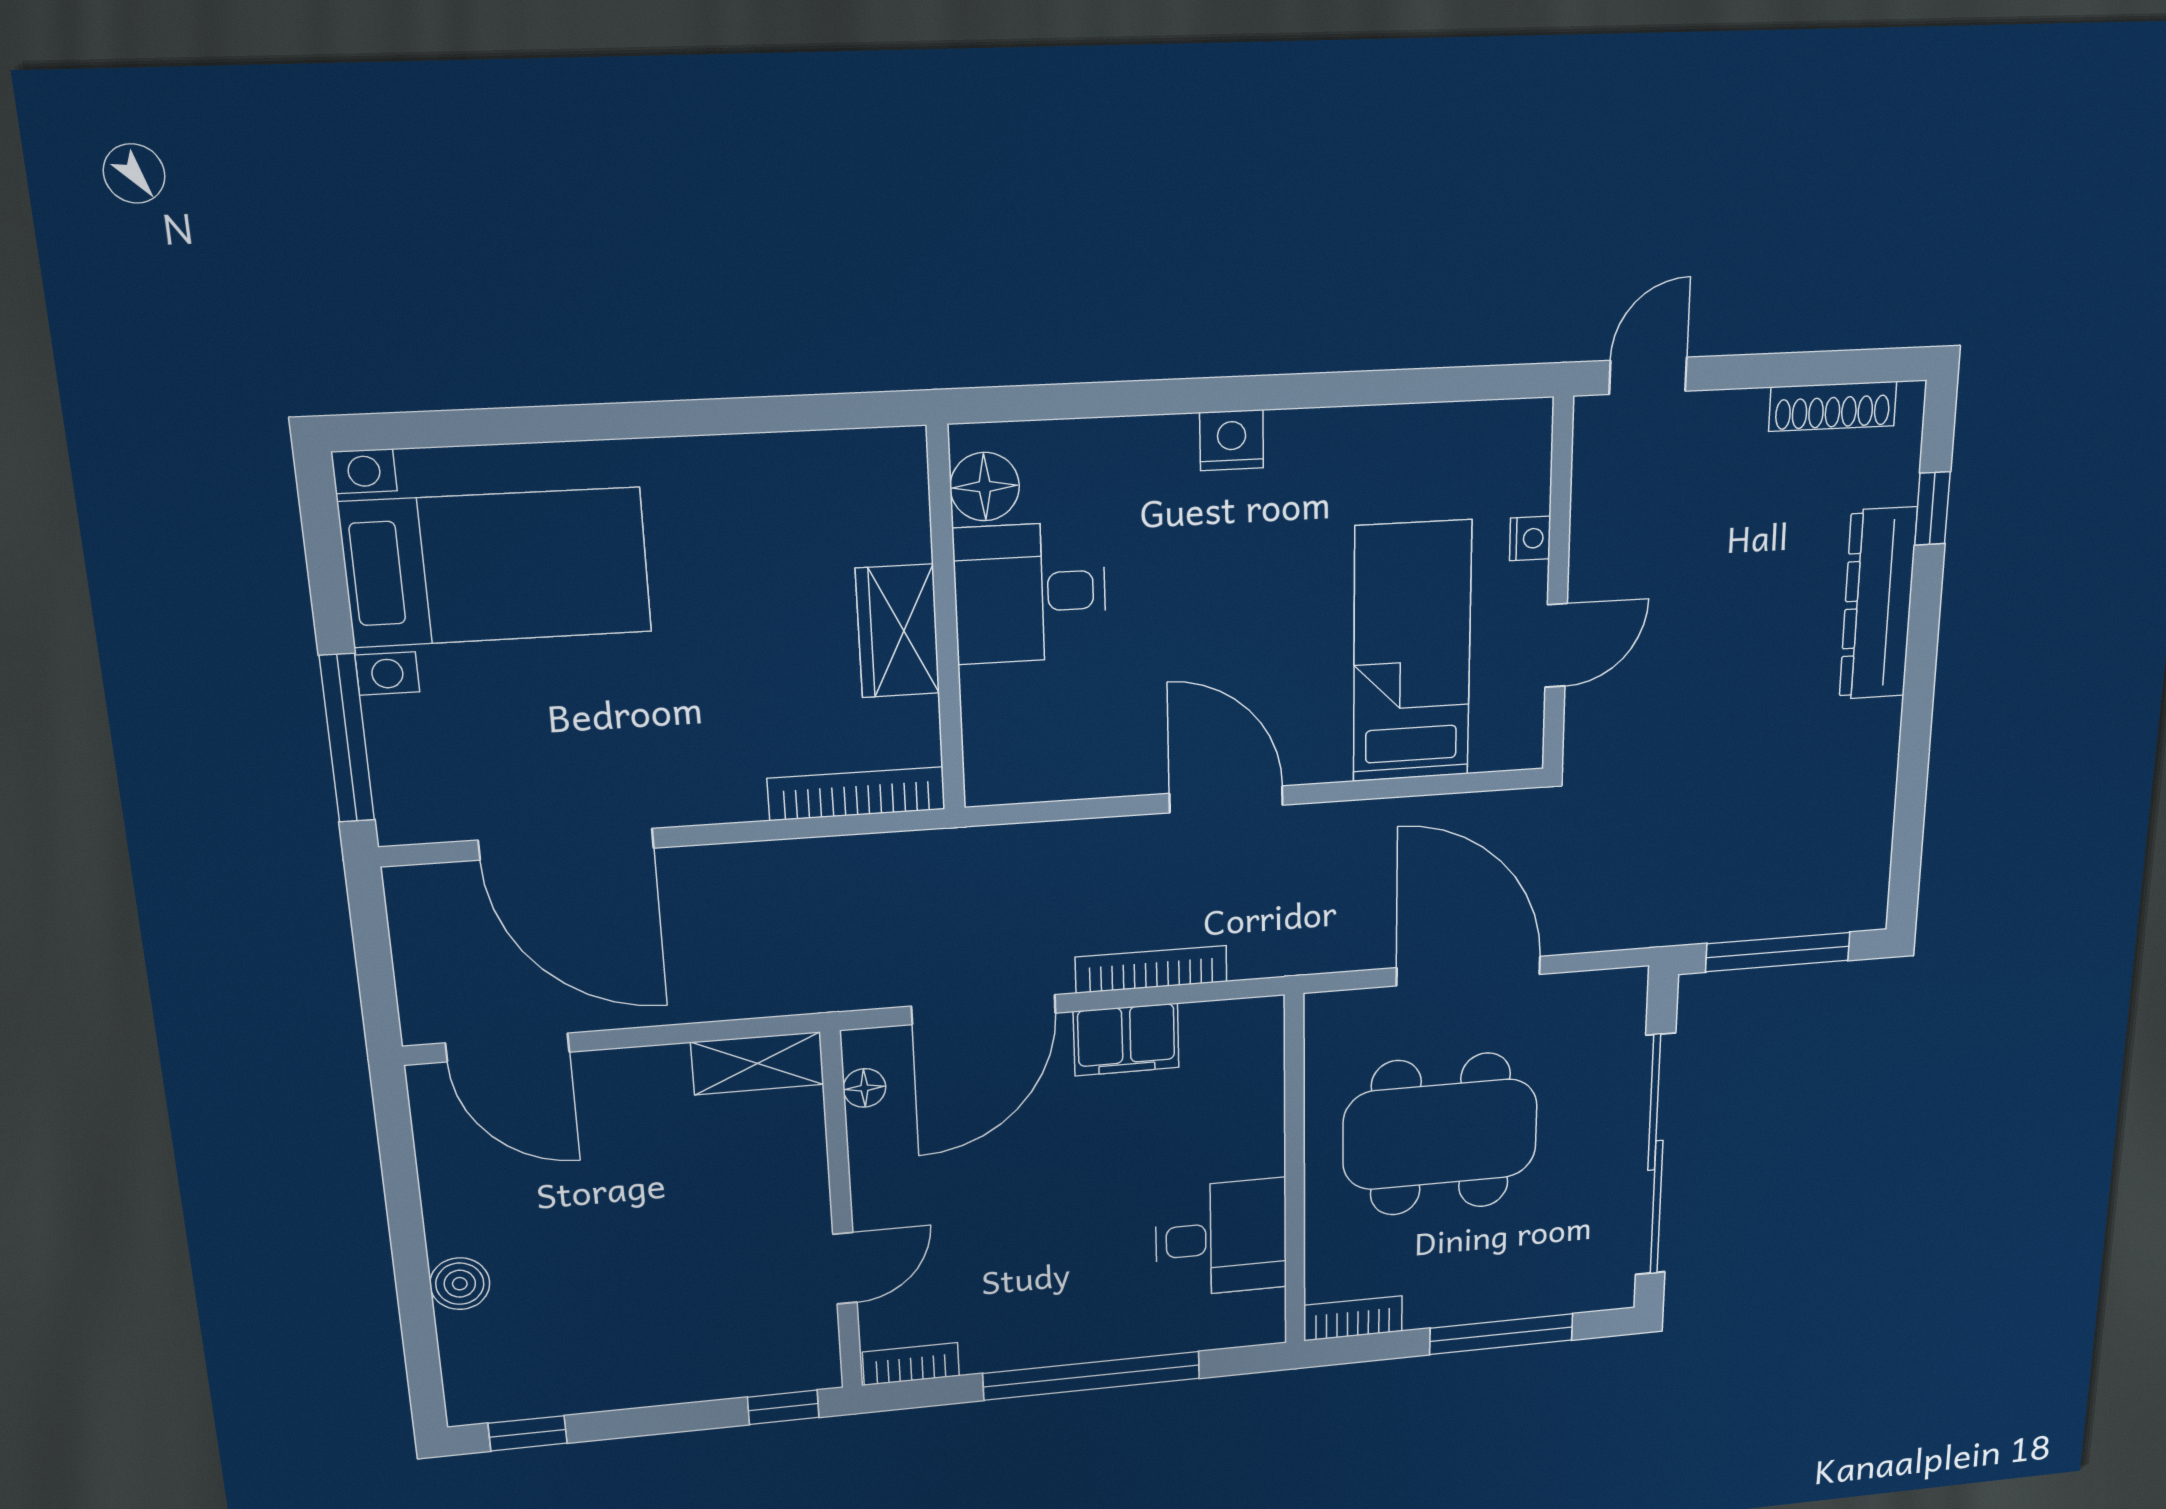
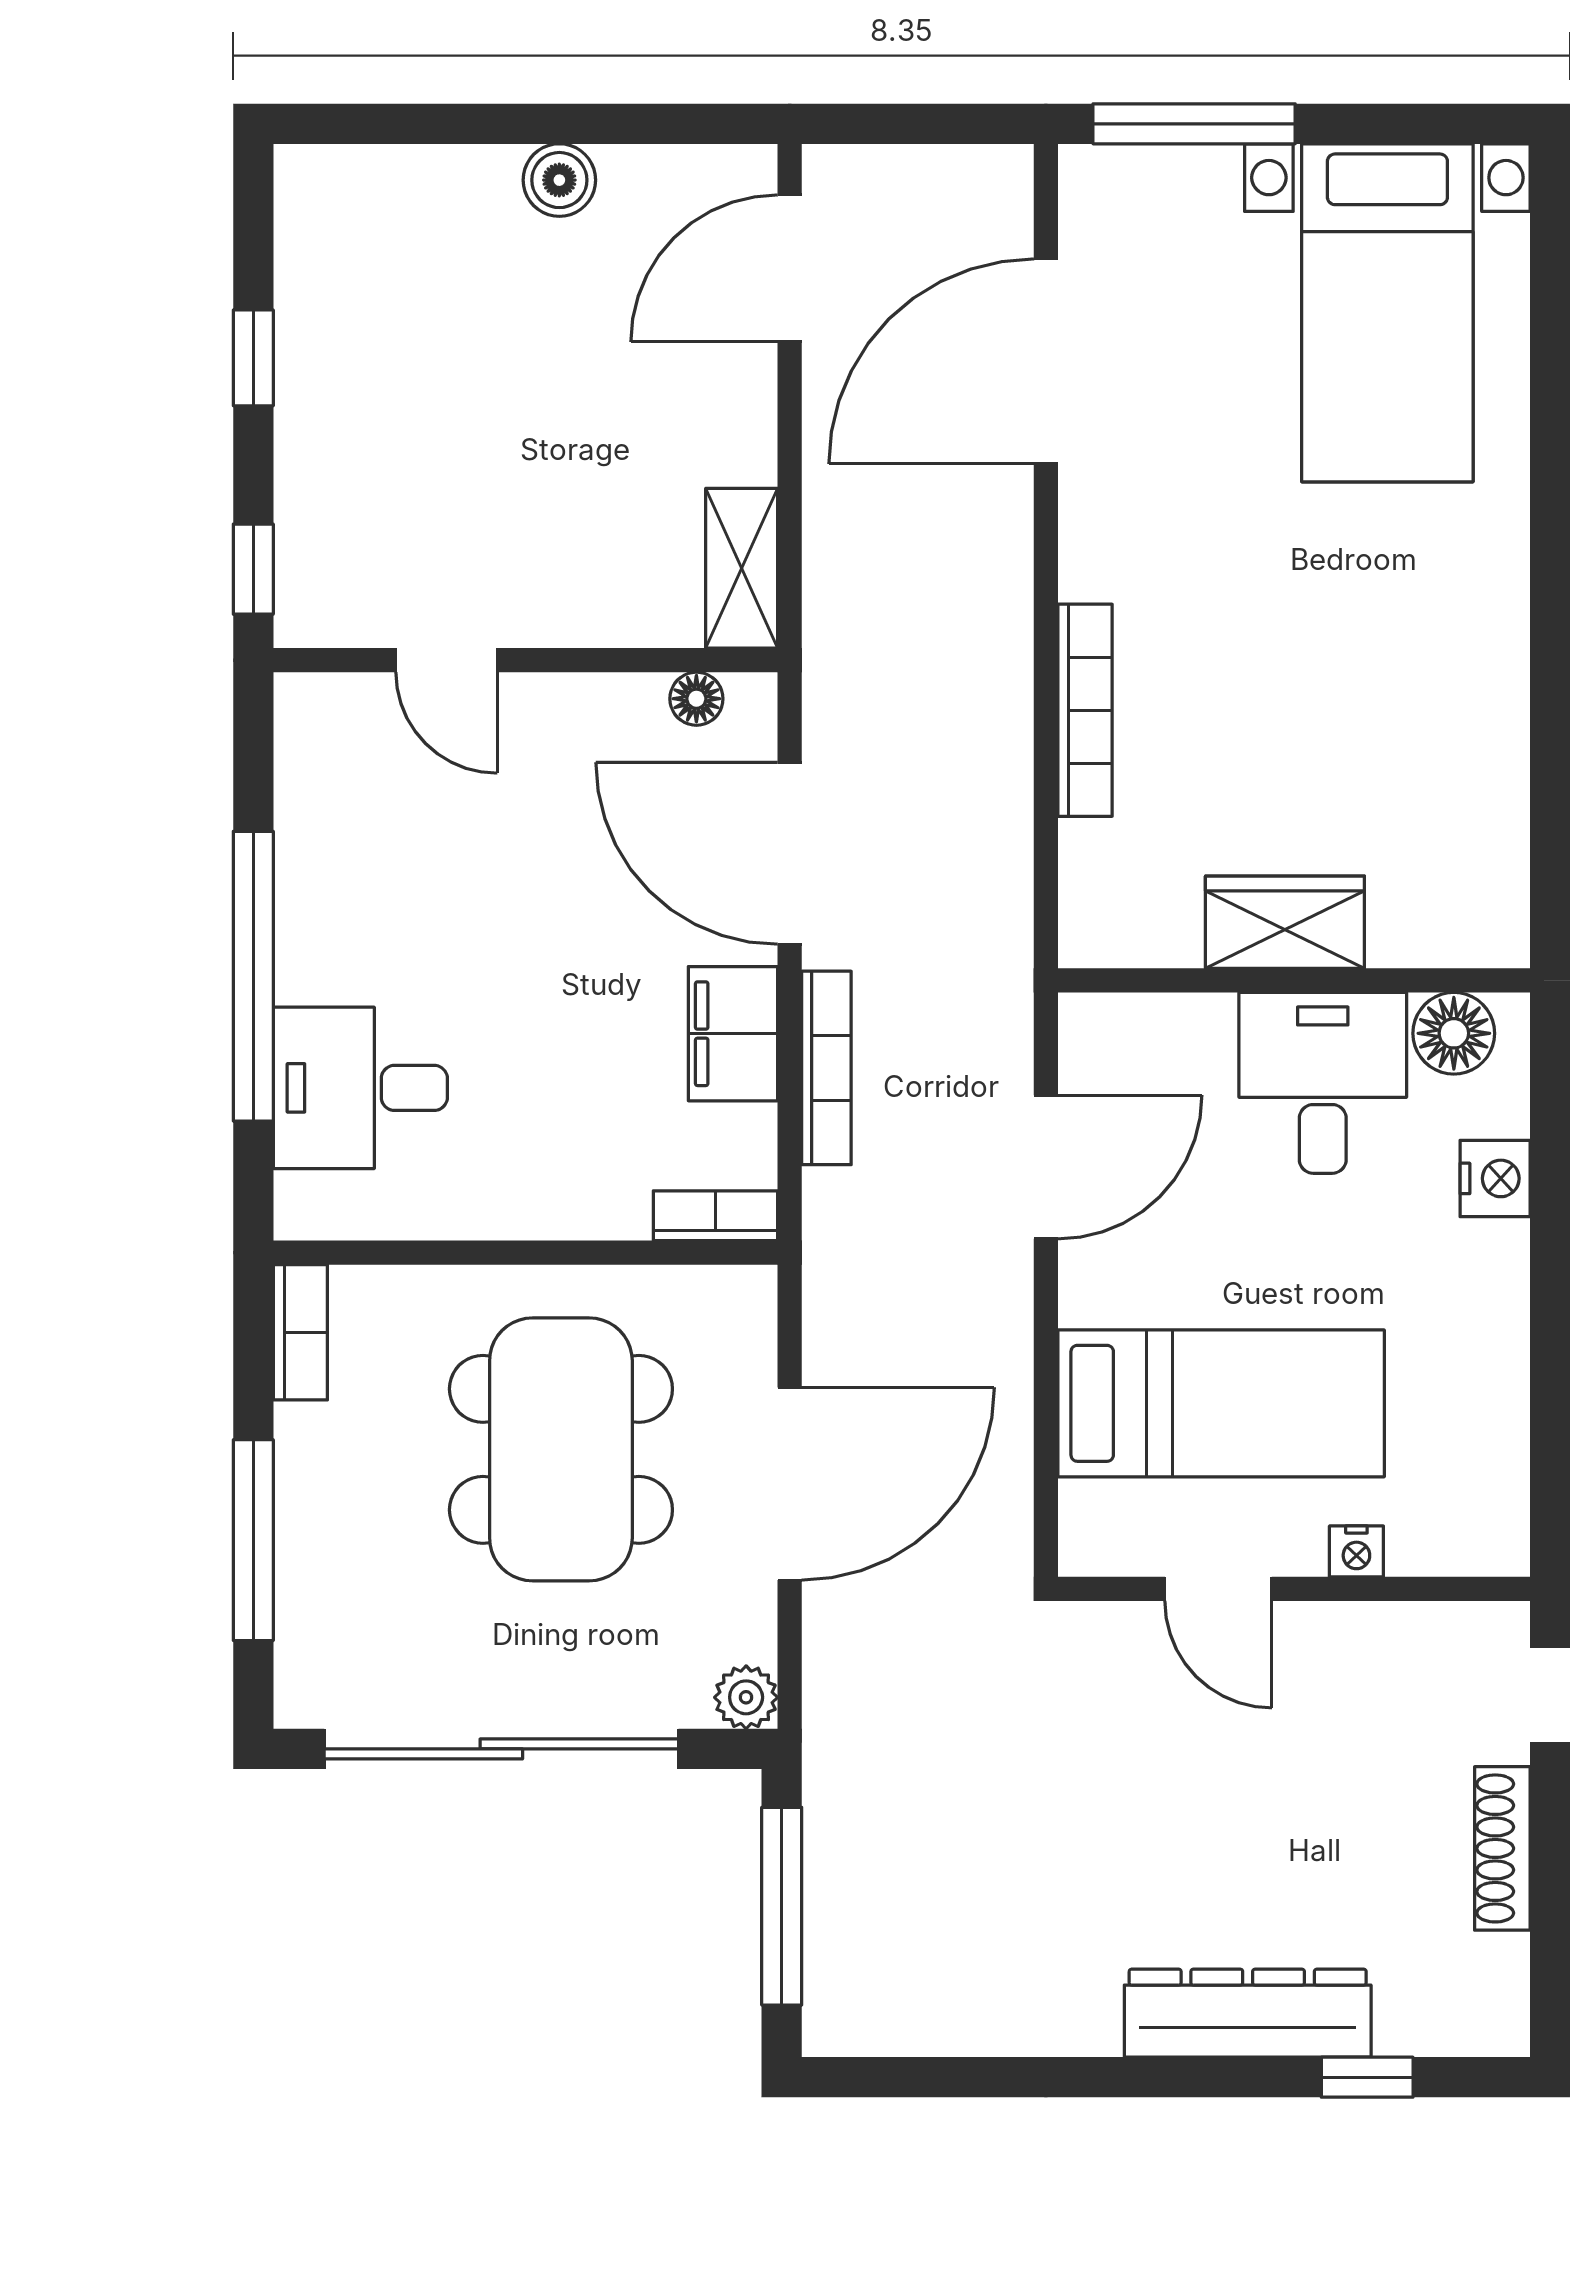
shoe rack: (1833, 406) -> (1502, 1848), moved
floor lamp: (985, 487) -> (1454, 1033), moved
desk: (1030, 593) -> (1323, 1083), moved
wall: (946, 621) -> (1294, 980), moved
wardrobe: (898, 631) -> (1285, 922), moved
plant: (1625, 989) -> (746, 1697), added
desk: (1221, 1238) -> (360, 1088), moved, turned 90
boiler: (460, 1284) -> (559, 180), moved
bookcase: (911, 1364) -> (716, 1216), moved, turned -90
window: (528, 1433) -> (253, 358), moved

